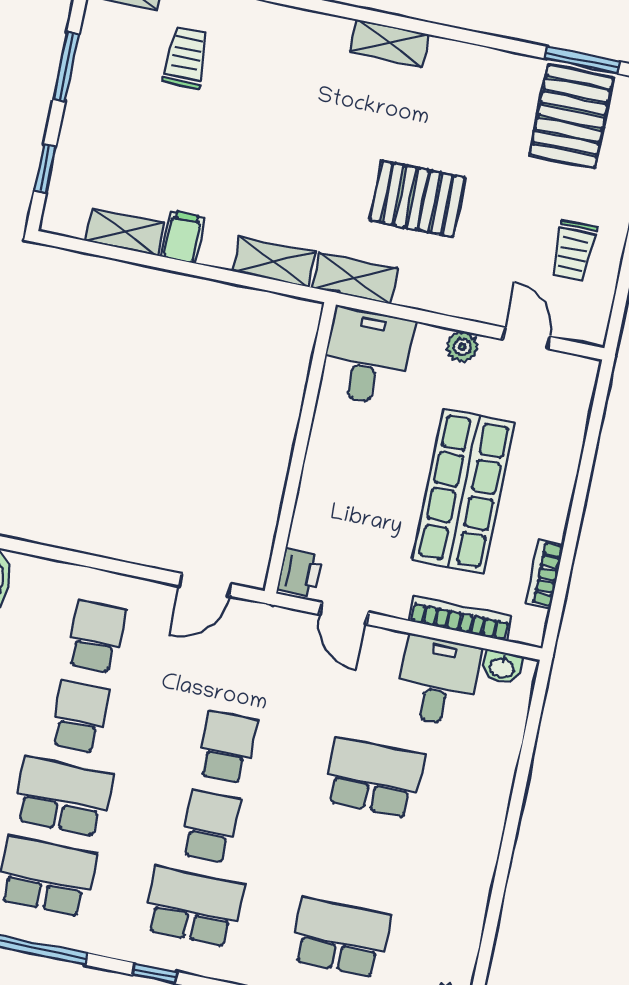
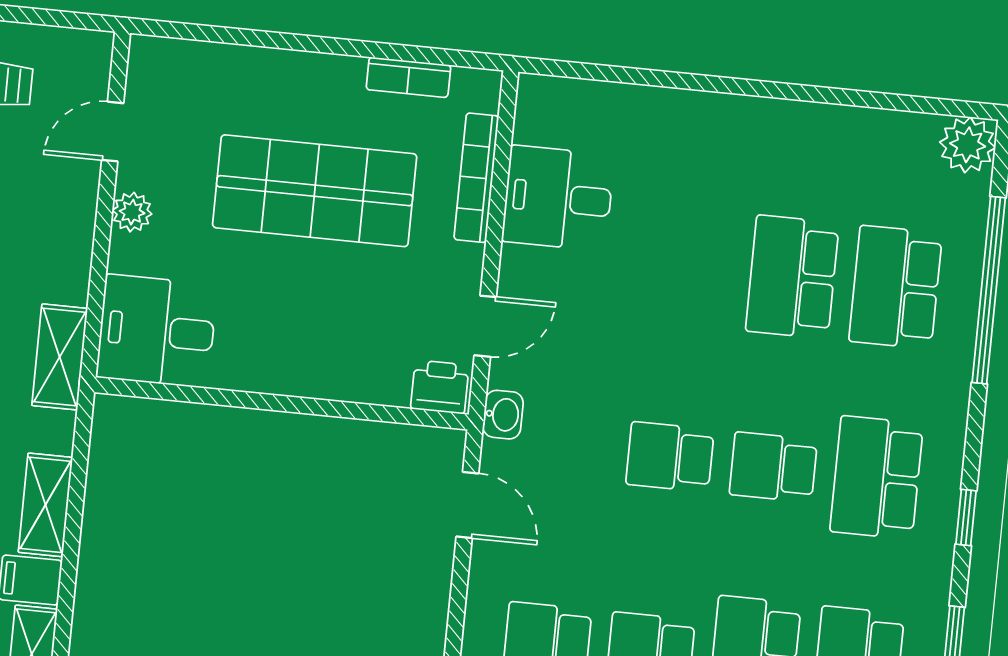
shelving: (274, 262) -> (45, 505), moved
washbasin: (502, 667) -> (503, 415), moved
school desk: (374, 777) -> (792, 277), moved

